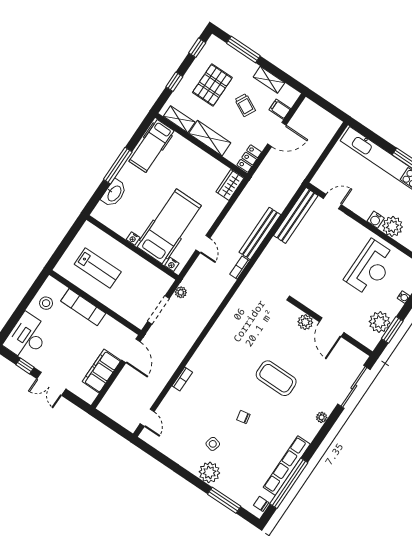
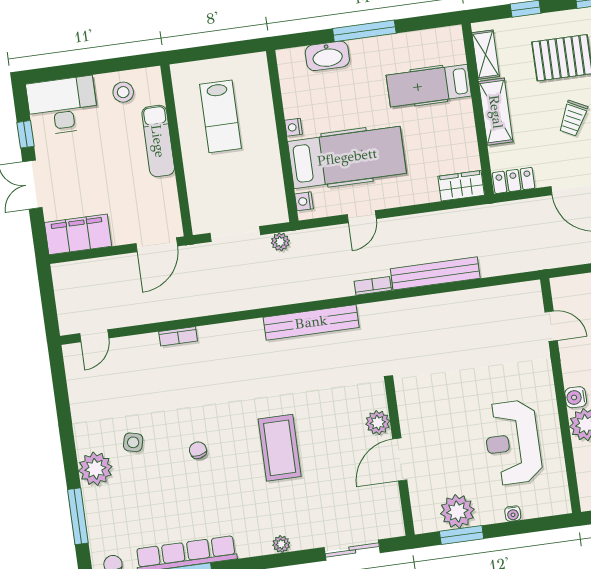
hospital bed: (151, 146) -> (429, 86), moved
bench: (296, 215) -> (311, 322), moved
reception desk: (370, 268) -> (513, 442), turned 90
filing cabinet: (102, 371) -> (78, 234), moved
sliding door: (354, 387) -> (352, 550), width x0.73

